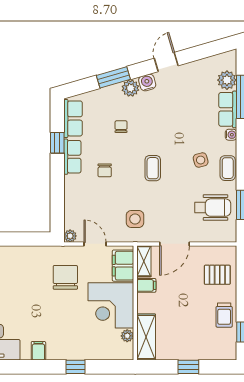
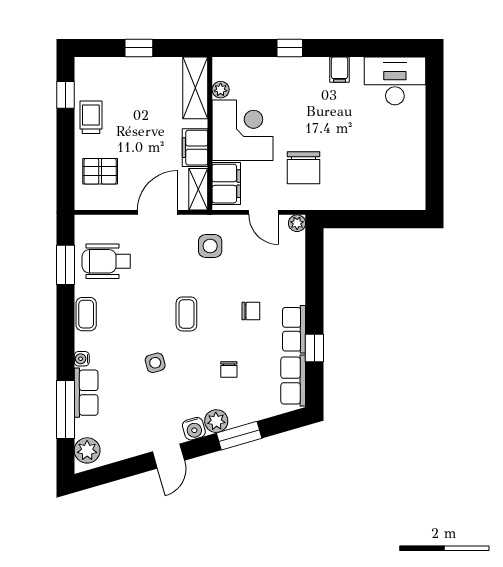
plant: (227, 80) -> (87, 450), moved
side table: (201, 160) -> (155, 363), moved
chair: (105, 170) -> (251, 311), turned 90
filing cabinet: (146, 285) -> (195, 148), width x2.00

